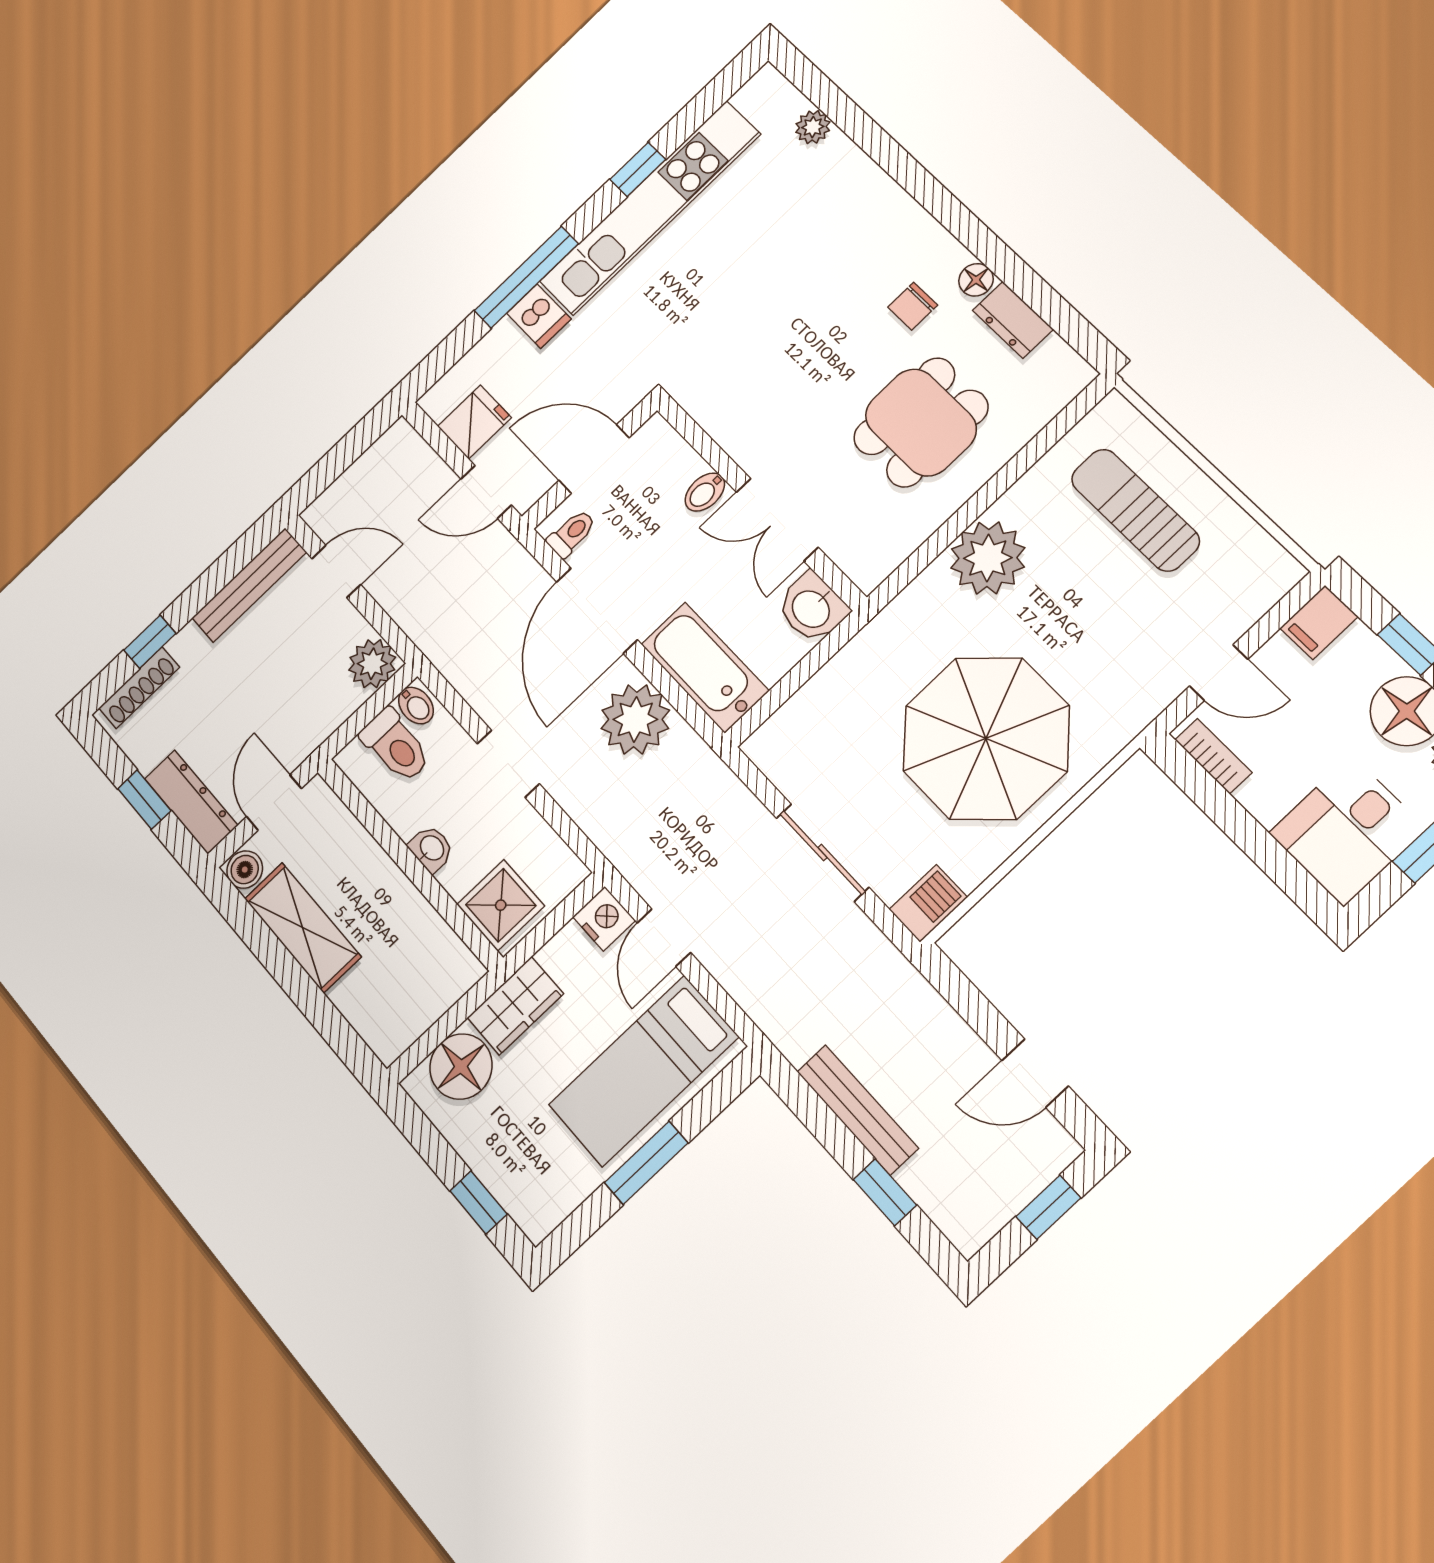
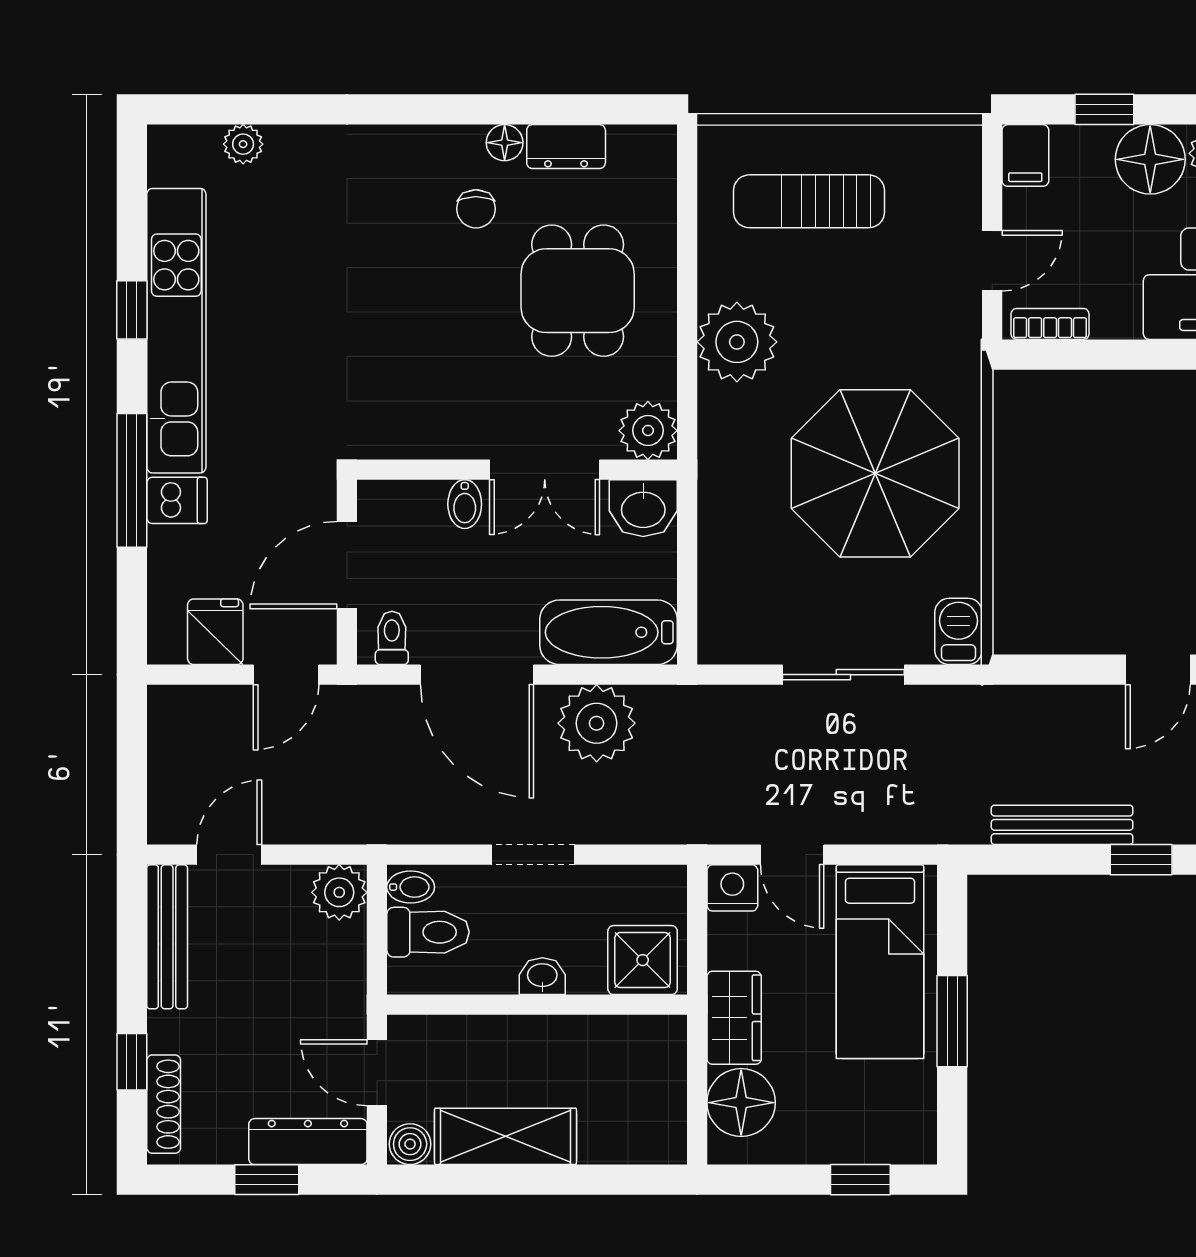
plant: (869, 560) -> (648, 431), added

